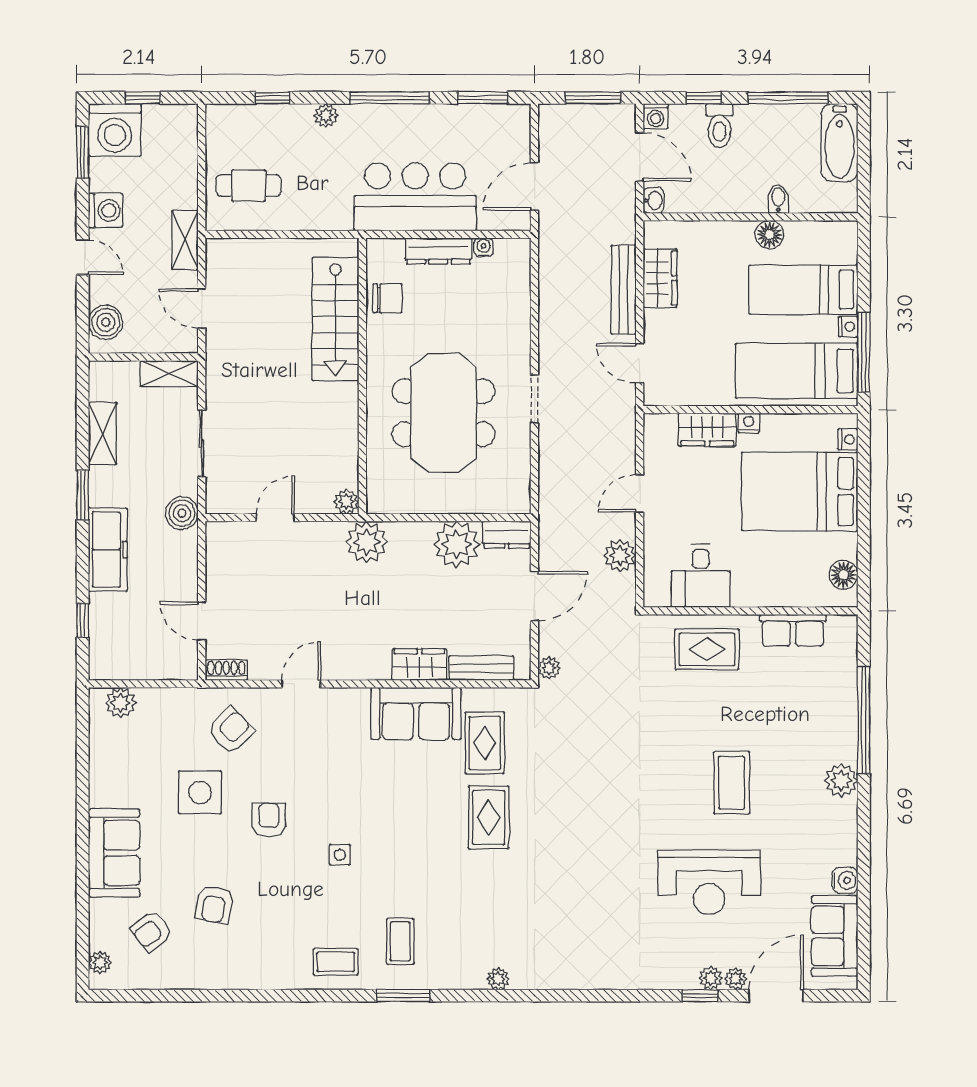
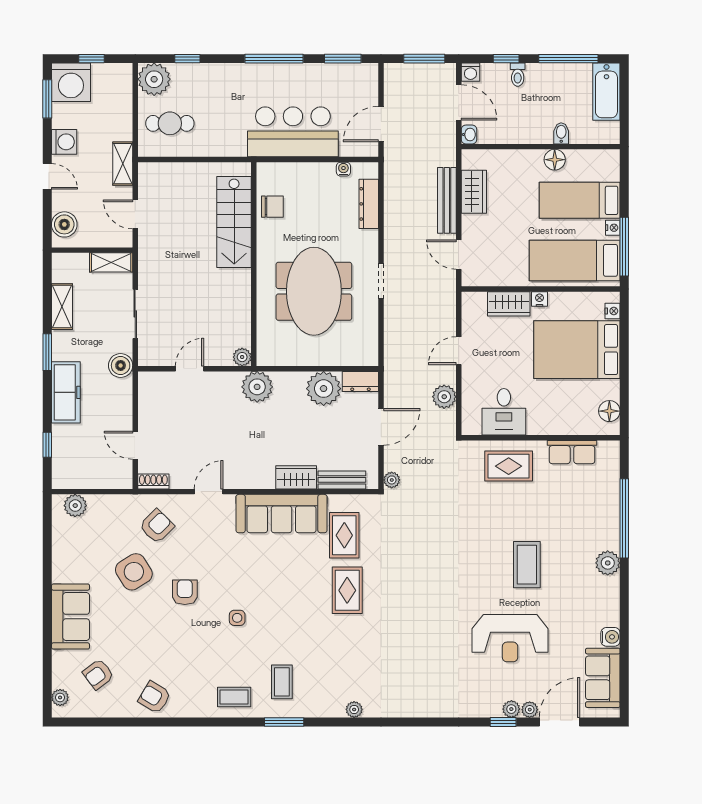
plant: (326, 115) -> (154, 79), moved, width x1.88, depth x1.88
toilet: (719, 126) -> (518, 75), width x0.73, depth x0.72
dresser: (438, 251) -> (369, 204), moved, turned 90
sofa: (416, 714) -> (282, 514), width x1.36
side table: (200, 792) -> (134, 572), turned -32
armchair: (214, 904) -> (154, 697), moved, turned 110

